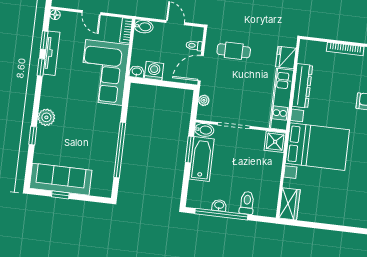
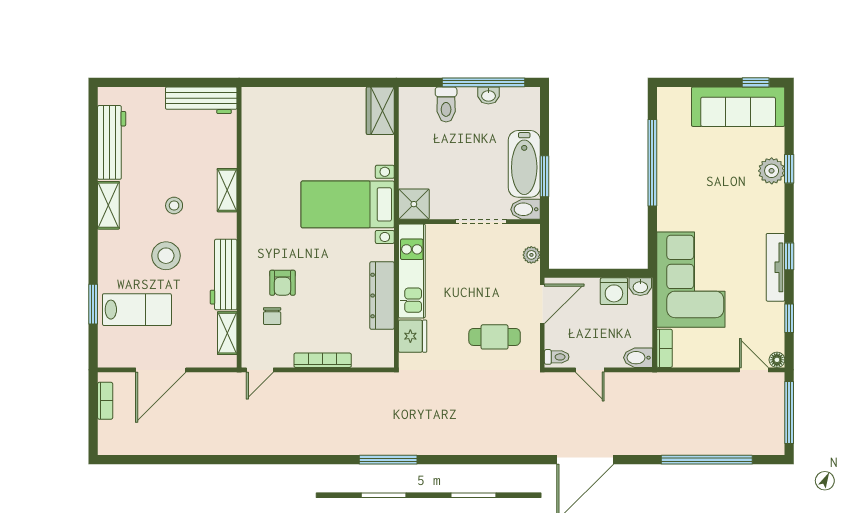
door: (91, 13) -> (754, 370), moved
toilet: (194, 46) -> (557, 357), moved
tv unit: (51, 53) -> (776, 267), moved
window: (41, 67) -> (789, 256), moved
plant: (46, 117) -> (772, 171), moved
bed with nightstands: (317, 147) -> (348, 204), width x0.73
window: (60, 195) -> (756, 82), moved

